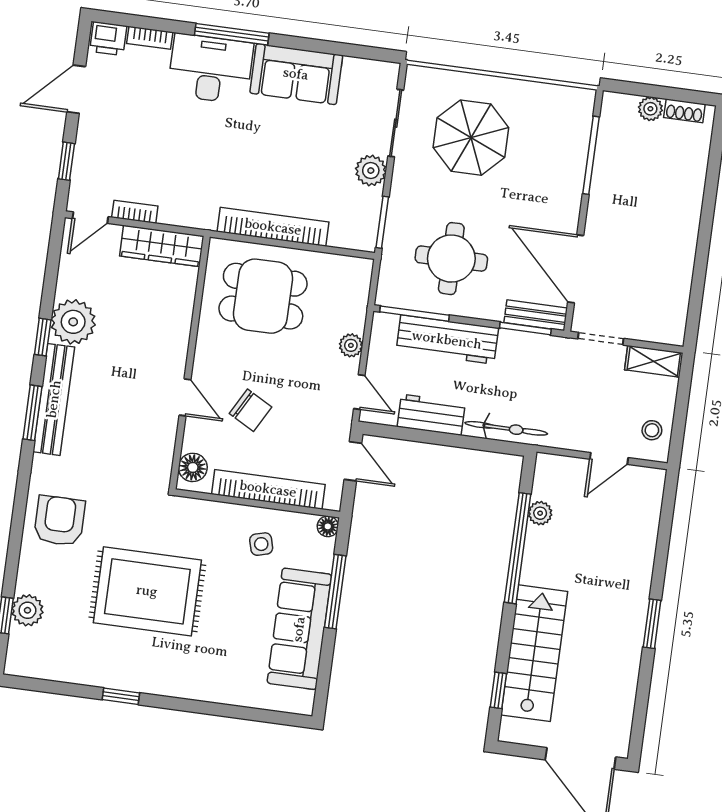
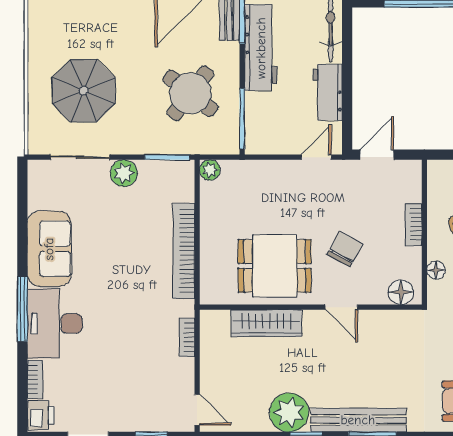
bookcase: (135, 212) -> (187, 337), moved
wardrobe: (162, 246) -> (266, 323), moved, turned 90
round table: (451, 259) -> (190, 93), turned 38
dining table: (263, 296) -> (275, 266), moved, turned 90
workbench: (447, 340) -> (261, 48), moved
plant: (351, 345) -> (210, 170), moved
door: (185, 397) -> (341, 307), swing flipped
bookcase: (268, 489) -> (414, 224), width x0.43, depth x0.76
floor lamp: (328, 526) -> (436, 270), moved

